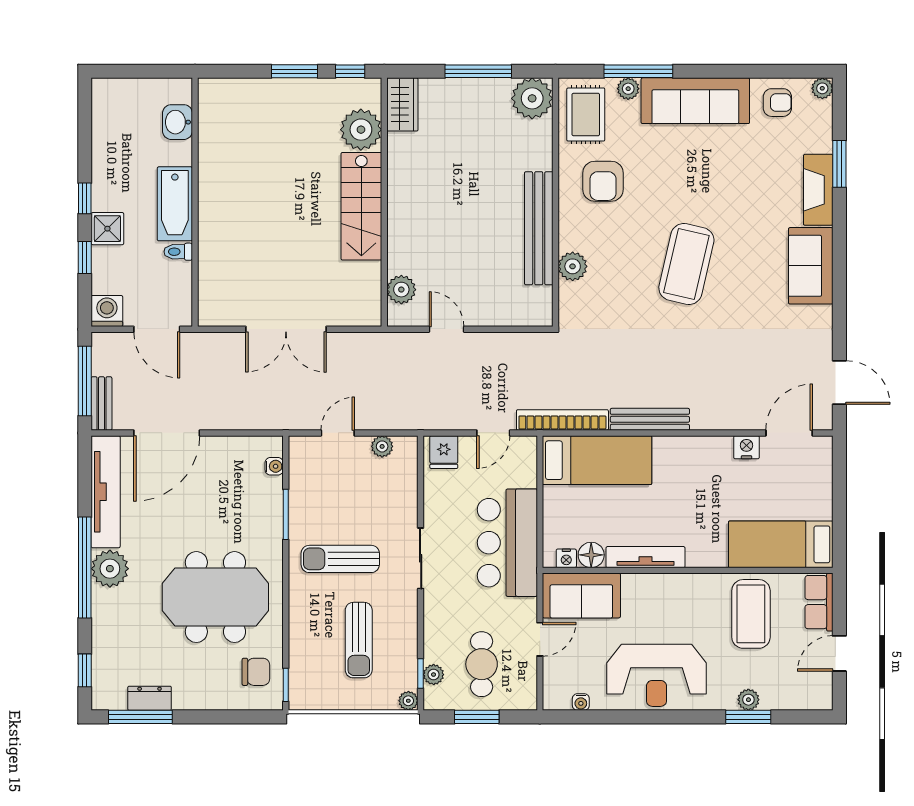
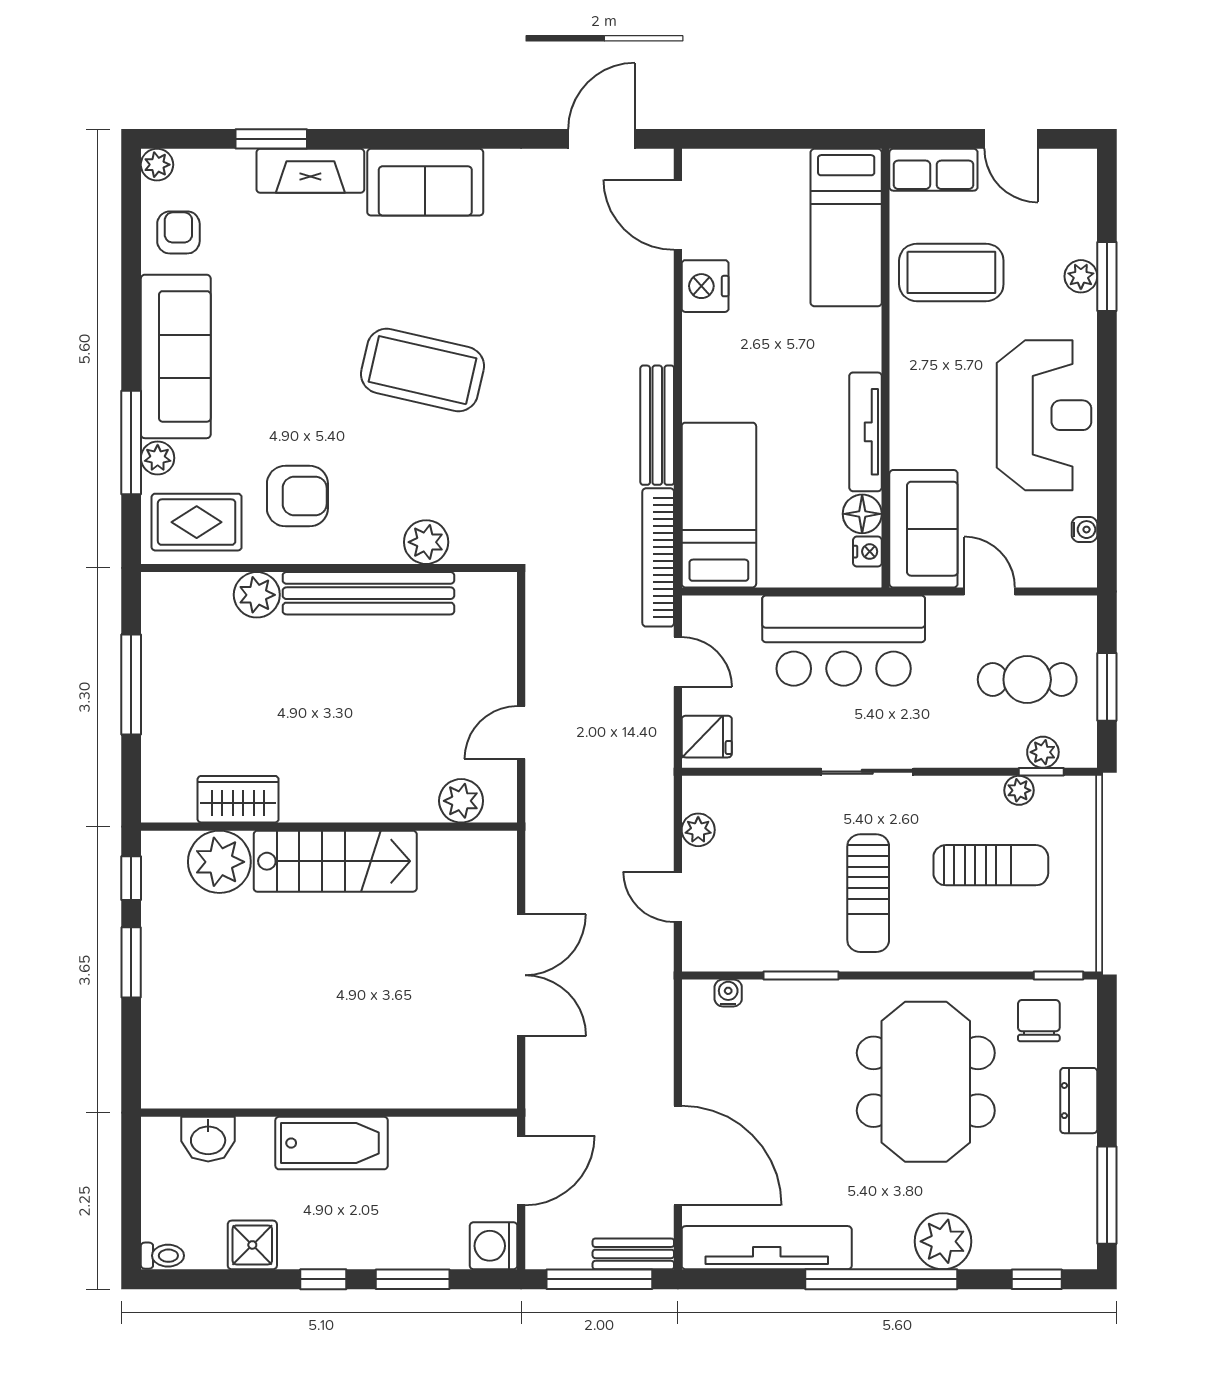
plant: (532, 98) -> (257, 595), moved, width x0.73, depth x0.73
wardrobe: (402, 104) -> (238, 799), moved
shower: (107, 229) -> (252, 1245), moved
toilet: (178, 252) -> (162, 1256), moved, turned -90
window: (85, 258) -> (413, 1279), width x1.50
nightstand: (746, 447) -> (705, 286), width x1.36, depth x1.33
plant: (110, 569) -> (943, 1241), moved
dresser: (150, 698) -> (1079, 1101), moved
plant: (408, 701) -> (1019, 790), moved

